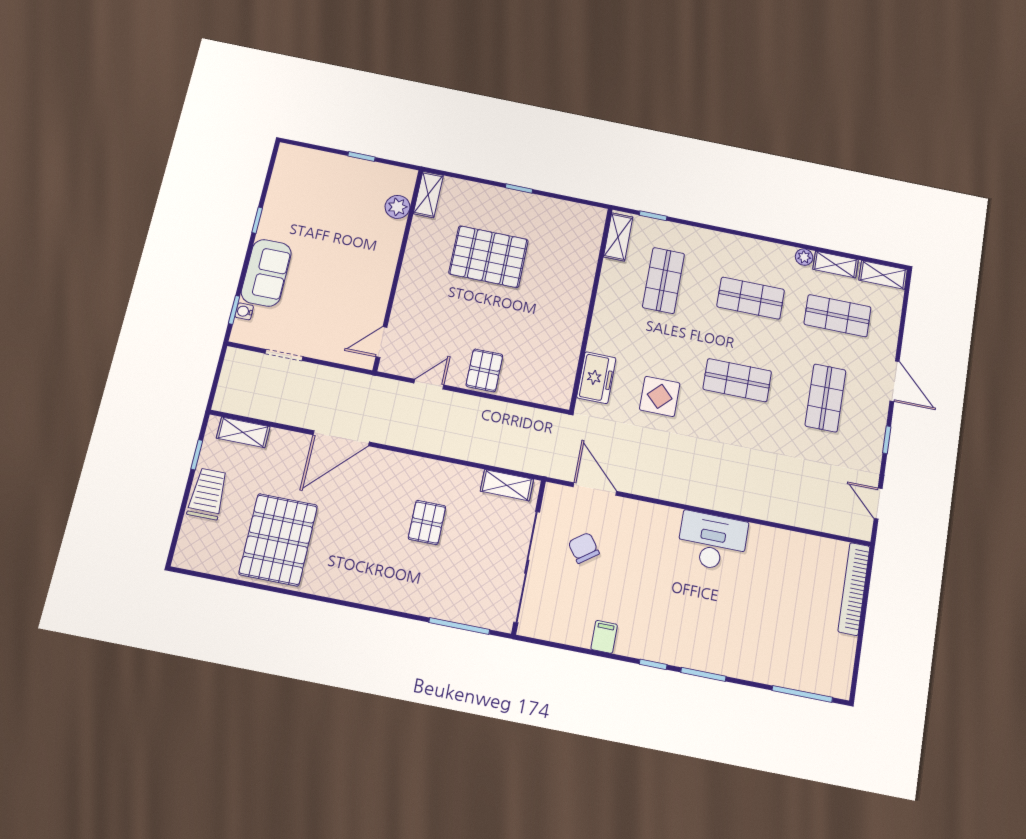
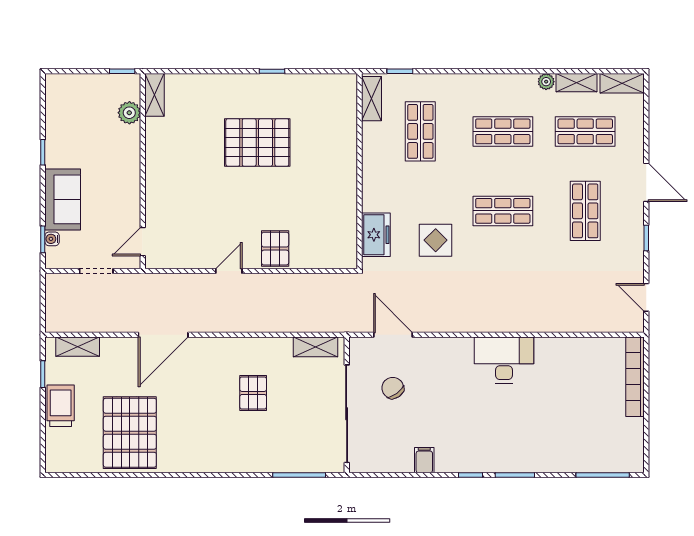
shelving: (428, 194) -> (154, 95), moved
plant: (398, 207) -> (129, 113), moved
wall: (398, 269) -> (143, 171), moved
door: (381, 342) -> (143, 242), moved

